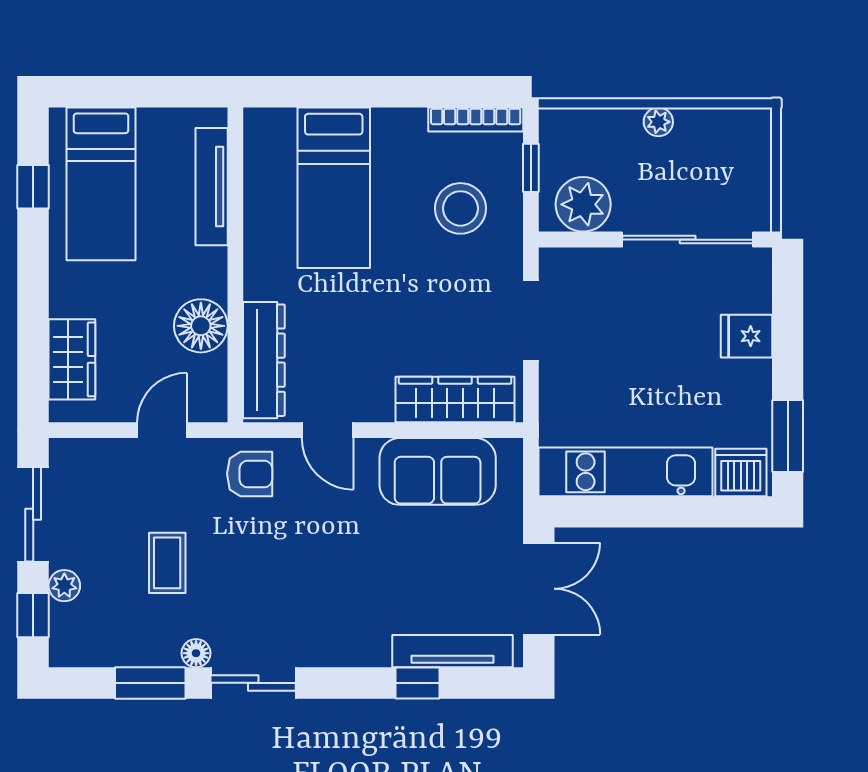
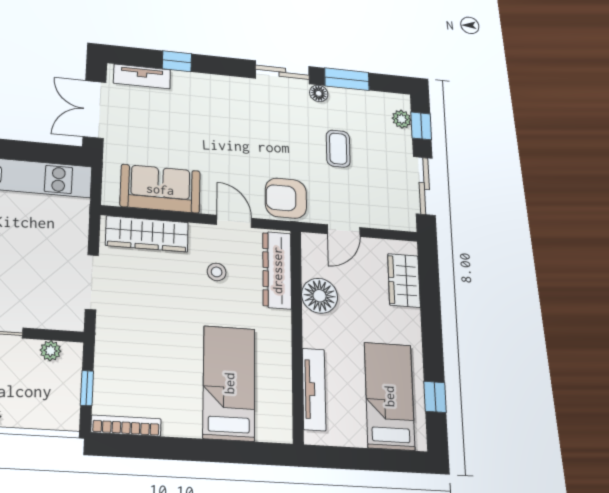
plant: (583, 204) -> (50, 351), width x0.53, depth x0.53
stool: (460, 208) -> (217, 272), moved, width x0.53, depth x0.53
armchair: (250, 474) -> (286, 198), width x1.38, depth x1.38
plant: (64, 586) -> (402, 119), moved
tv unit: (452, 651) -> (142, 76), width x0.71

